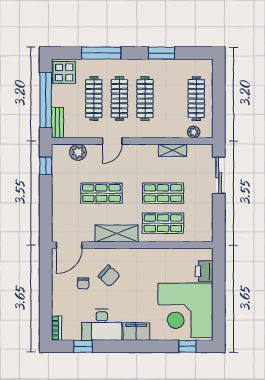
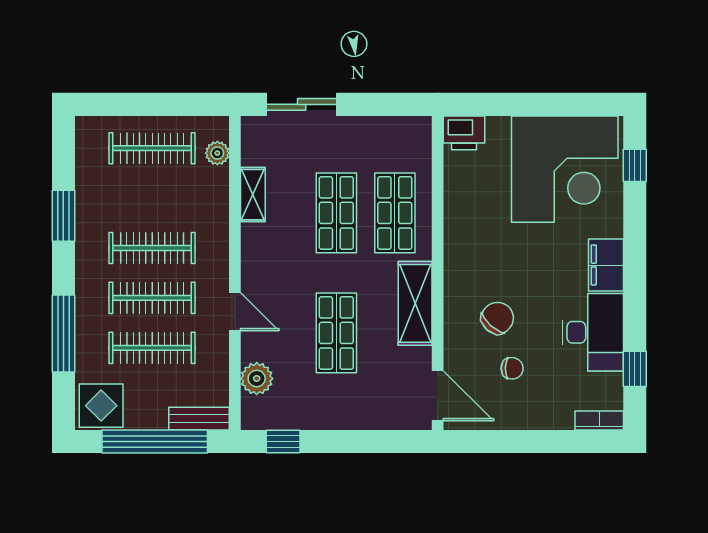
printer: (204, 271) -> (464, 133), moved

